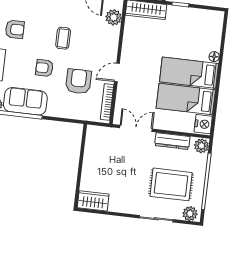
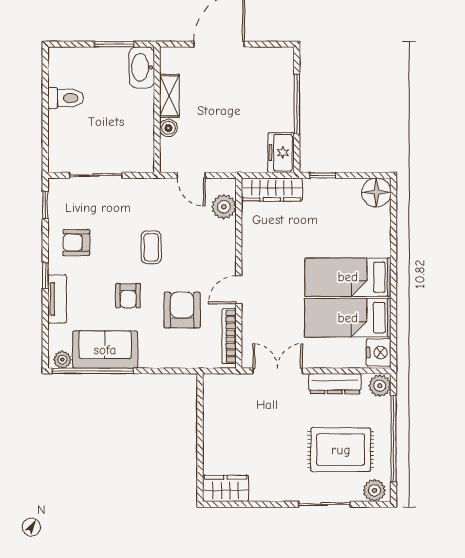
armchair: (15, 29) -> (76, 242), turned 180
floor lamp: (214, 57) -> (376, 192), moved, width x1.89, depth x1.89
armchair: (44, 68) -> (128, 296), turned -90

